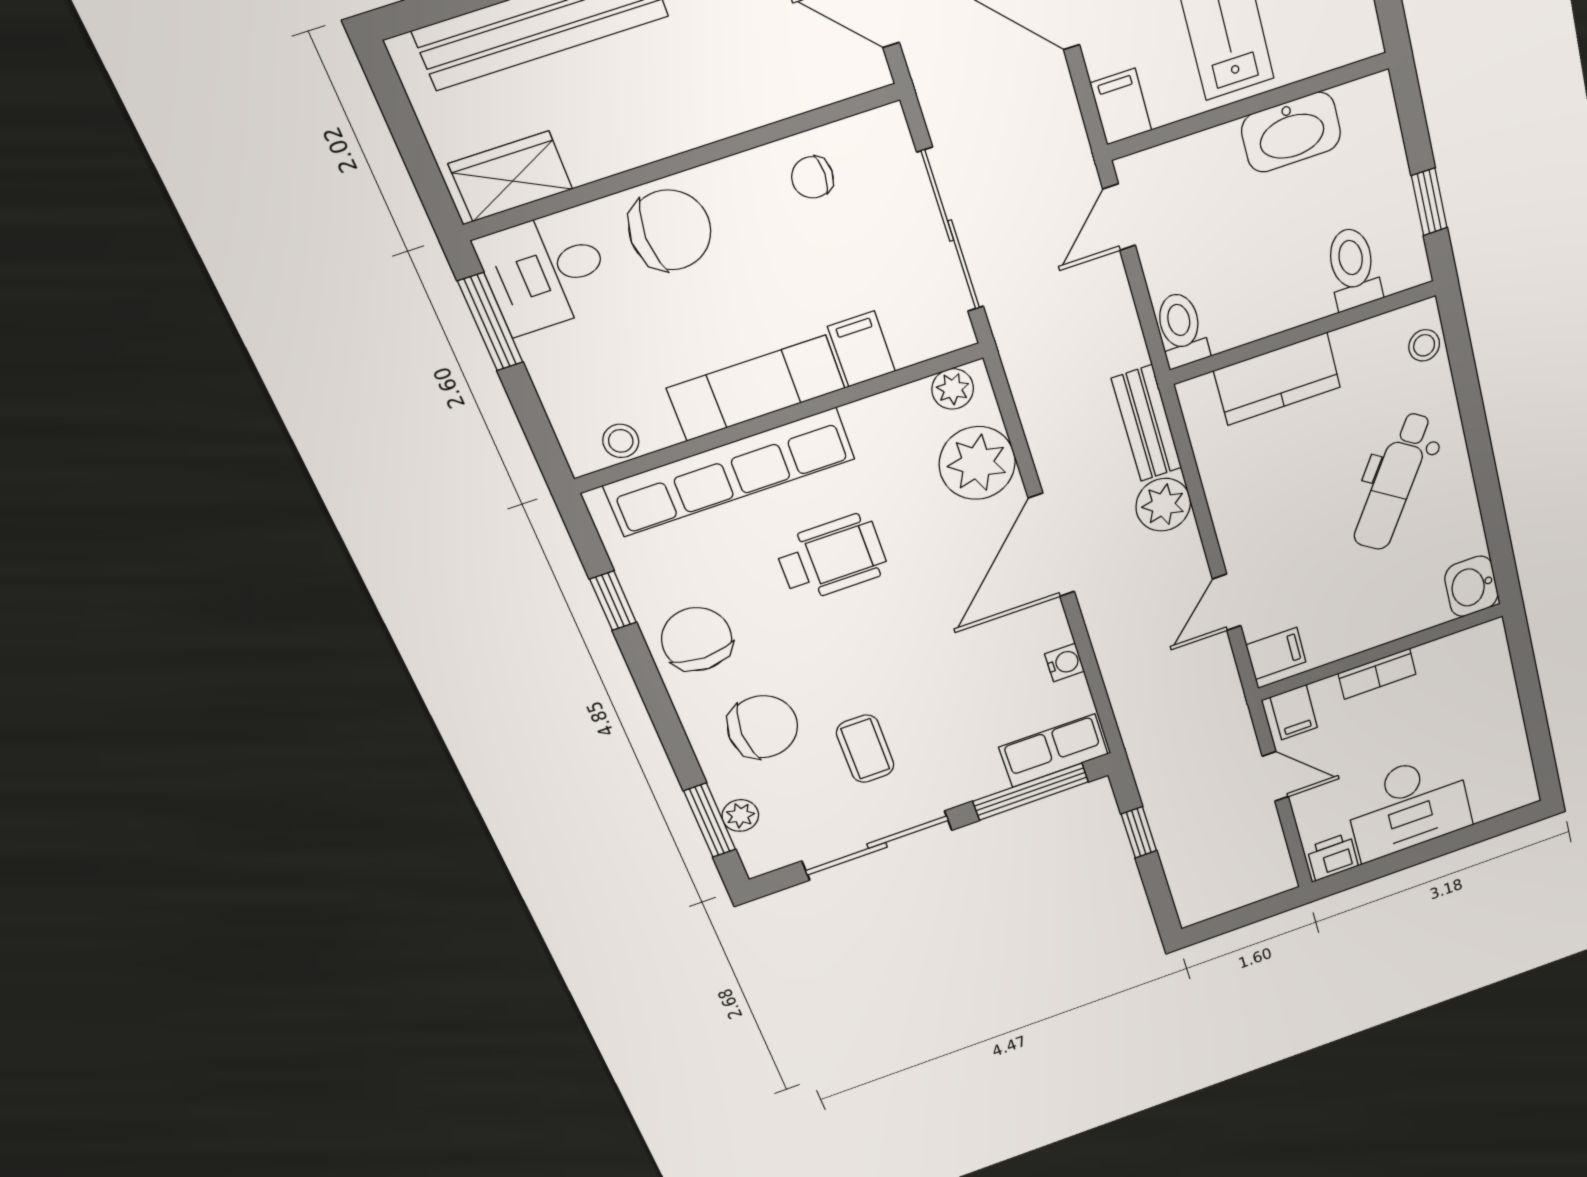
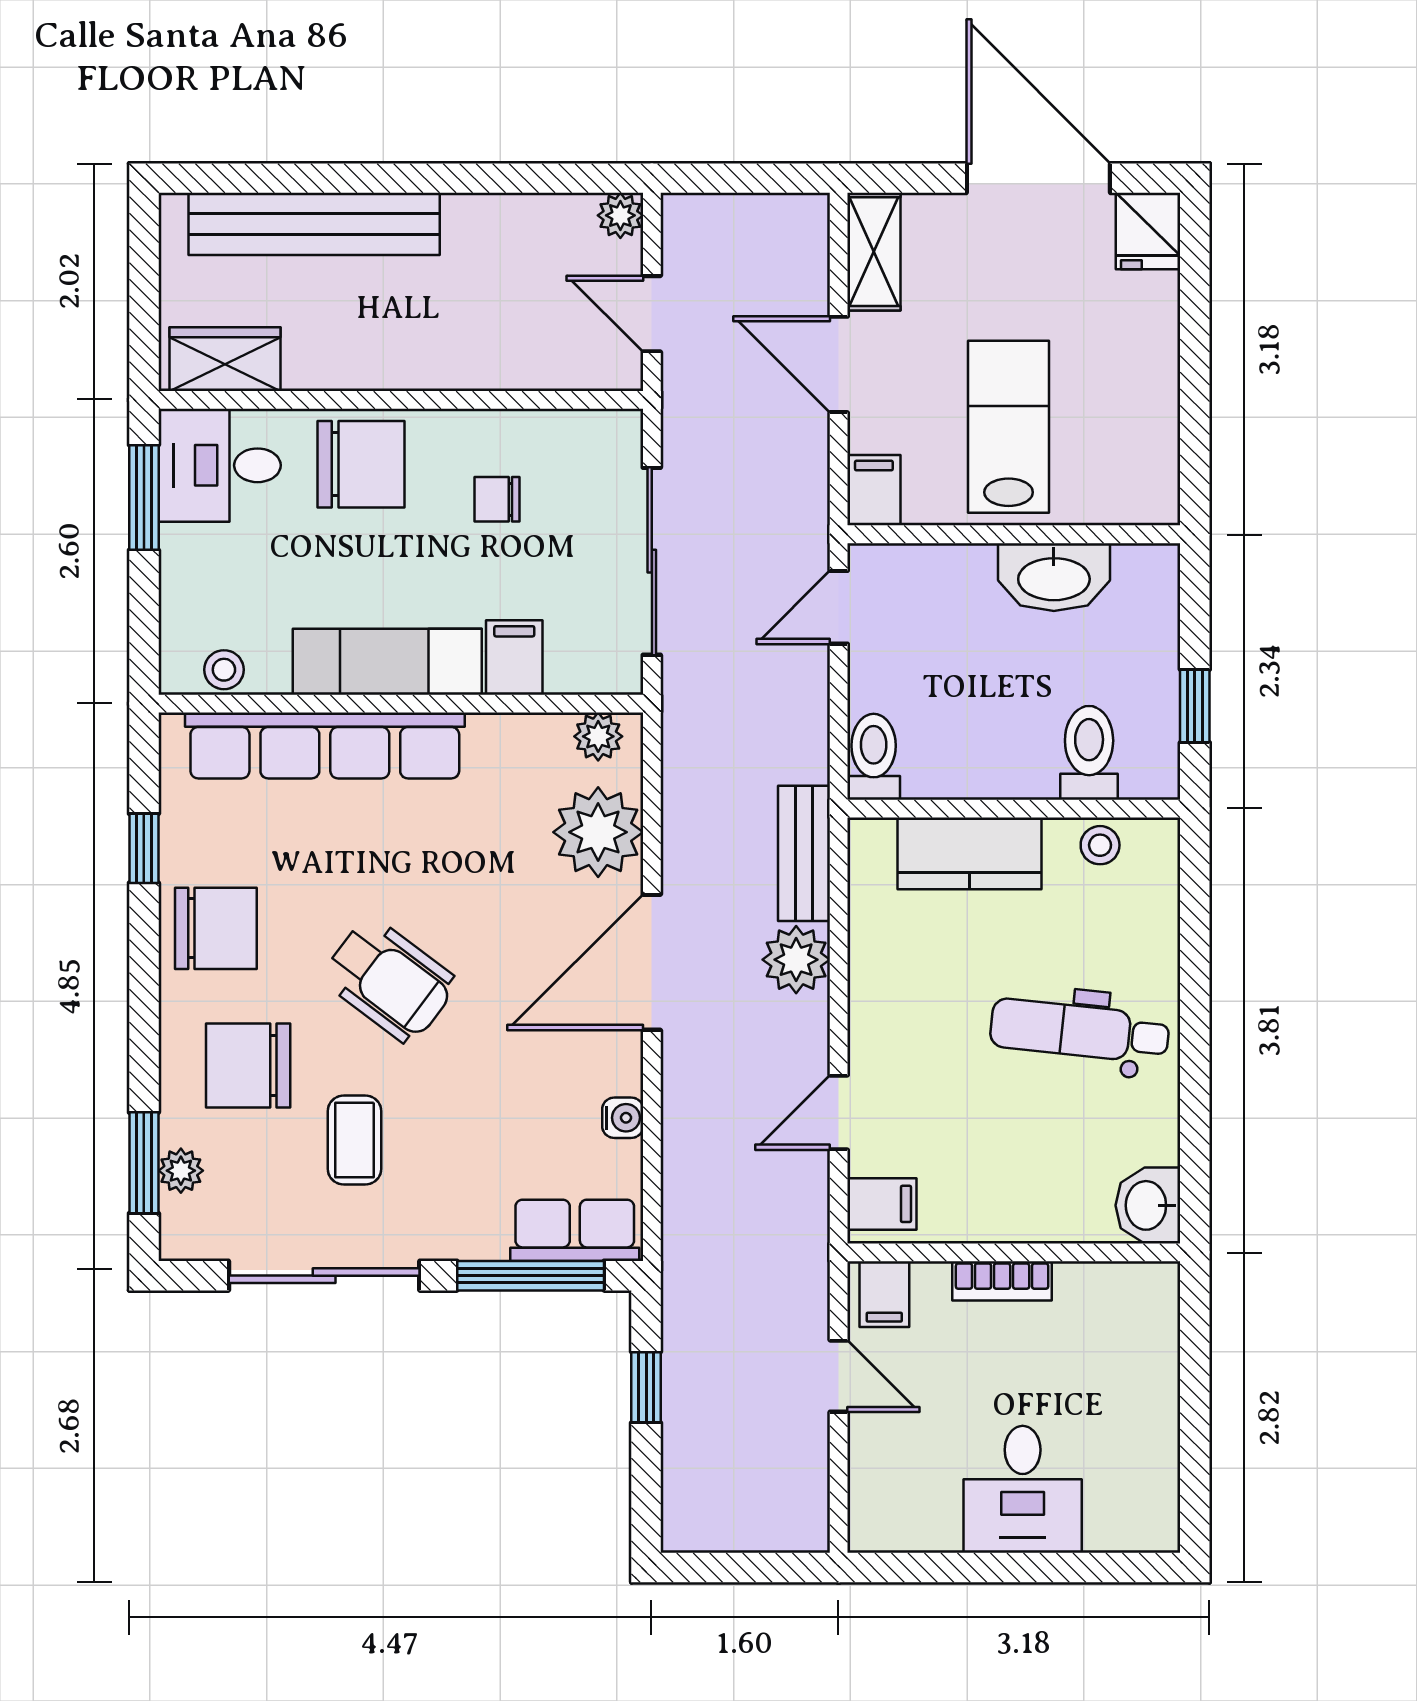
chair: (812, 177) -> (497, 499), moved
stool: (1424, 345) -> (1100, 845), moved
dental chair: (1394, 482) -> (1080, 1031), turned 62
wheelchair: (832, 557) -> (389, 980), moved, turned 37
chair: (697, 639) -> (216, 928), turned 90
chair: (763, 727) -> (248, 1066), turned 180
desk: (1408, 806) -> (1023, 1489), width x0.73
printer: (1333, 857) -> (884, 1525), removed

